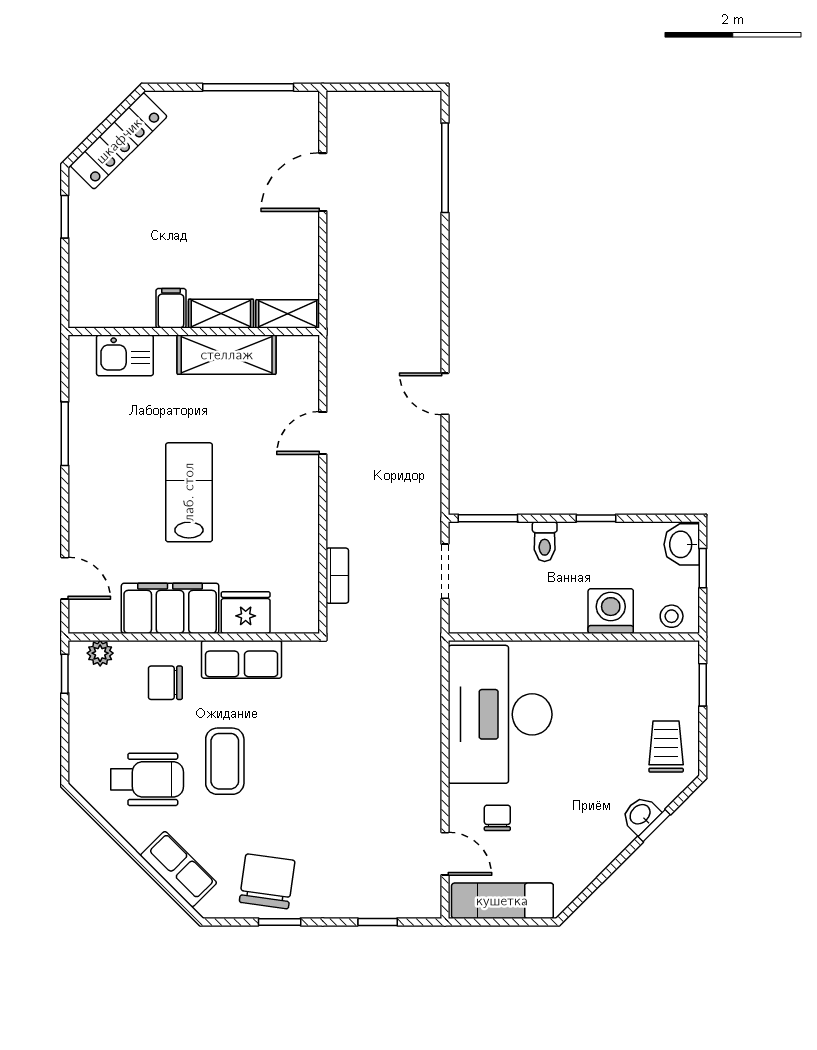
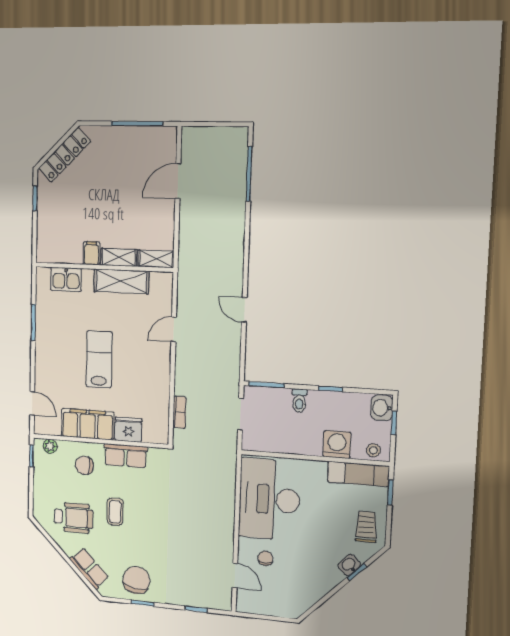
coffee table: (225, 761) -> (115, 512), width x0.73, depth x0.77
exam couch: (502, 901) -> (358, 474), moved, turned 180

